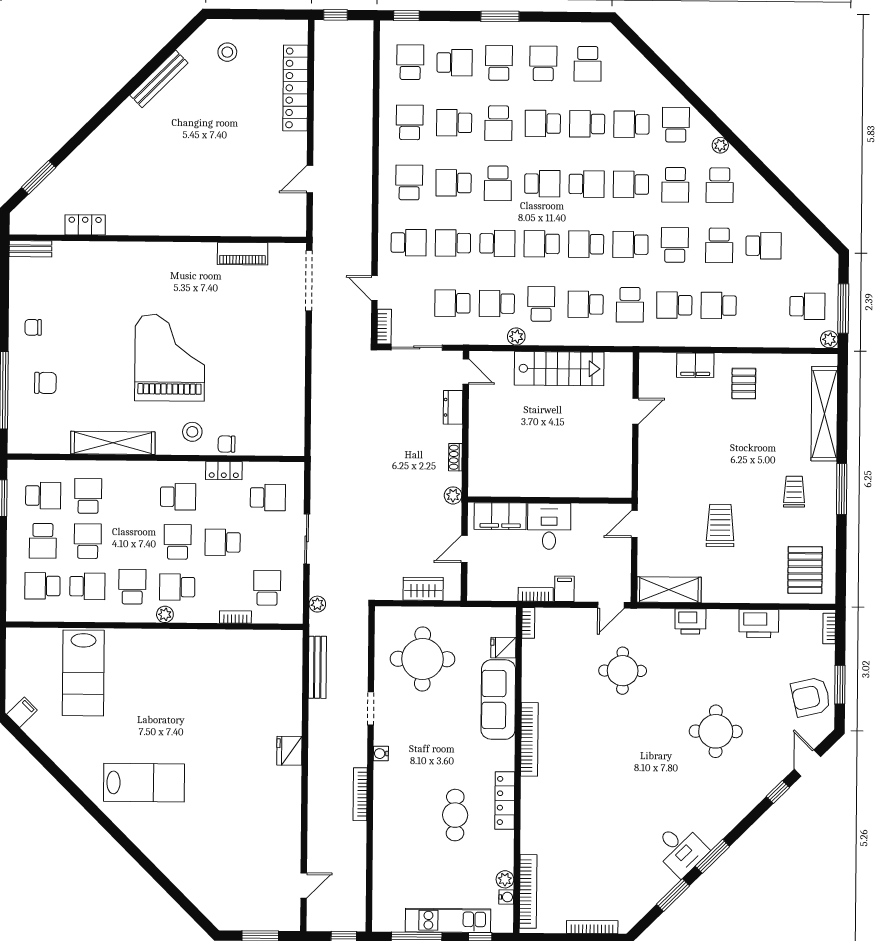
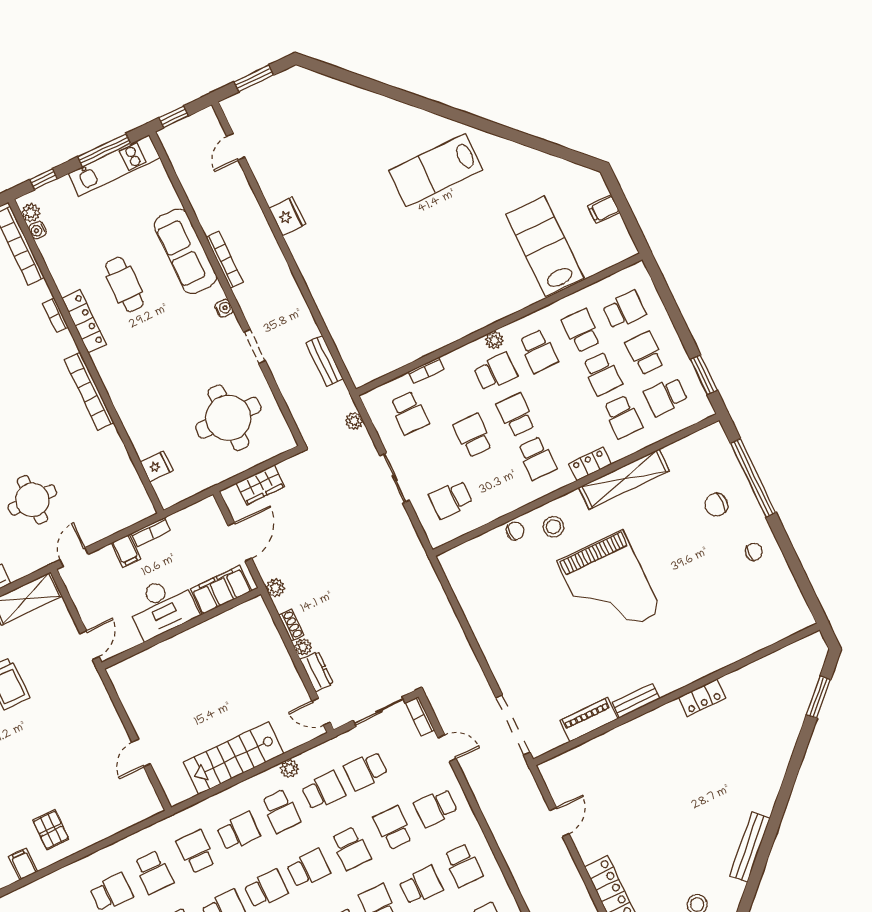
locker: (85, 225) -> (702, 698), moved
school desk: (453, 243) -> (393, 828), turned -90
school desk: (497, 243) -> (351, 848), turned -90
bench: (30, 249) -> (636, 701), moved
school desk: (452, 303) -> (366, 770), turned 180
school desk: (674, 305) -> (154, 872), turned 90
filing cabinet: (695, 365) -> (23, 864), moved, width x0.50
plant: (454, 434) -> (303, 647), added
locker: (224, 471) -> (590, 464), moved
school desk: (178, 497) -> (537, 458), turned -90
desk: (549, 526) -> (162, 607), width x1.37
school desk: (178, 542) -> (516, 415), turned 180
school desk: (223, 542) -> (473, 436), turned -90
door: (464, 549) -> (240, 542), width x1.38
school desk: (87, 586) -> (581, 331), turned 90
bookcase: (528, 623) -> (55, 315), moved
bench: (317, 667) -> (325, 361), width x0.73
sofa: (498, 700) -> (185, 251), moved, turned 180
filing cabinet: (22, 712) -> (604, 209), moved, turned 45
fridge: (289, 751) -> (287, 216), moved
plant: (505, 879) -> (31, 213), moved
kitchen unit: (448, 920) -> (114, 165), moved

